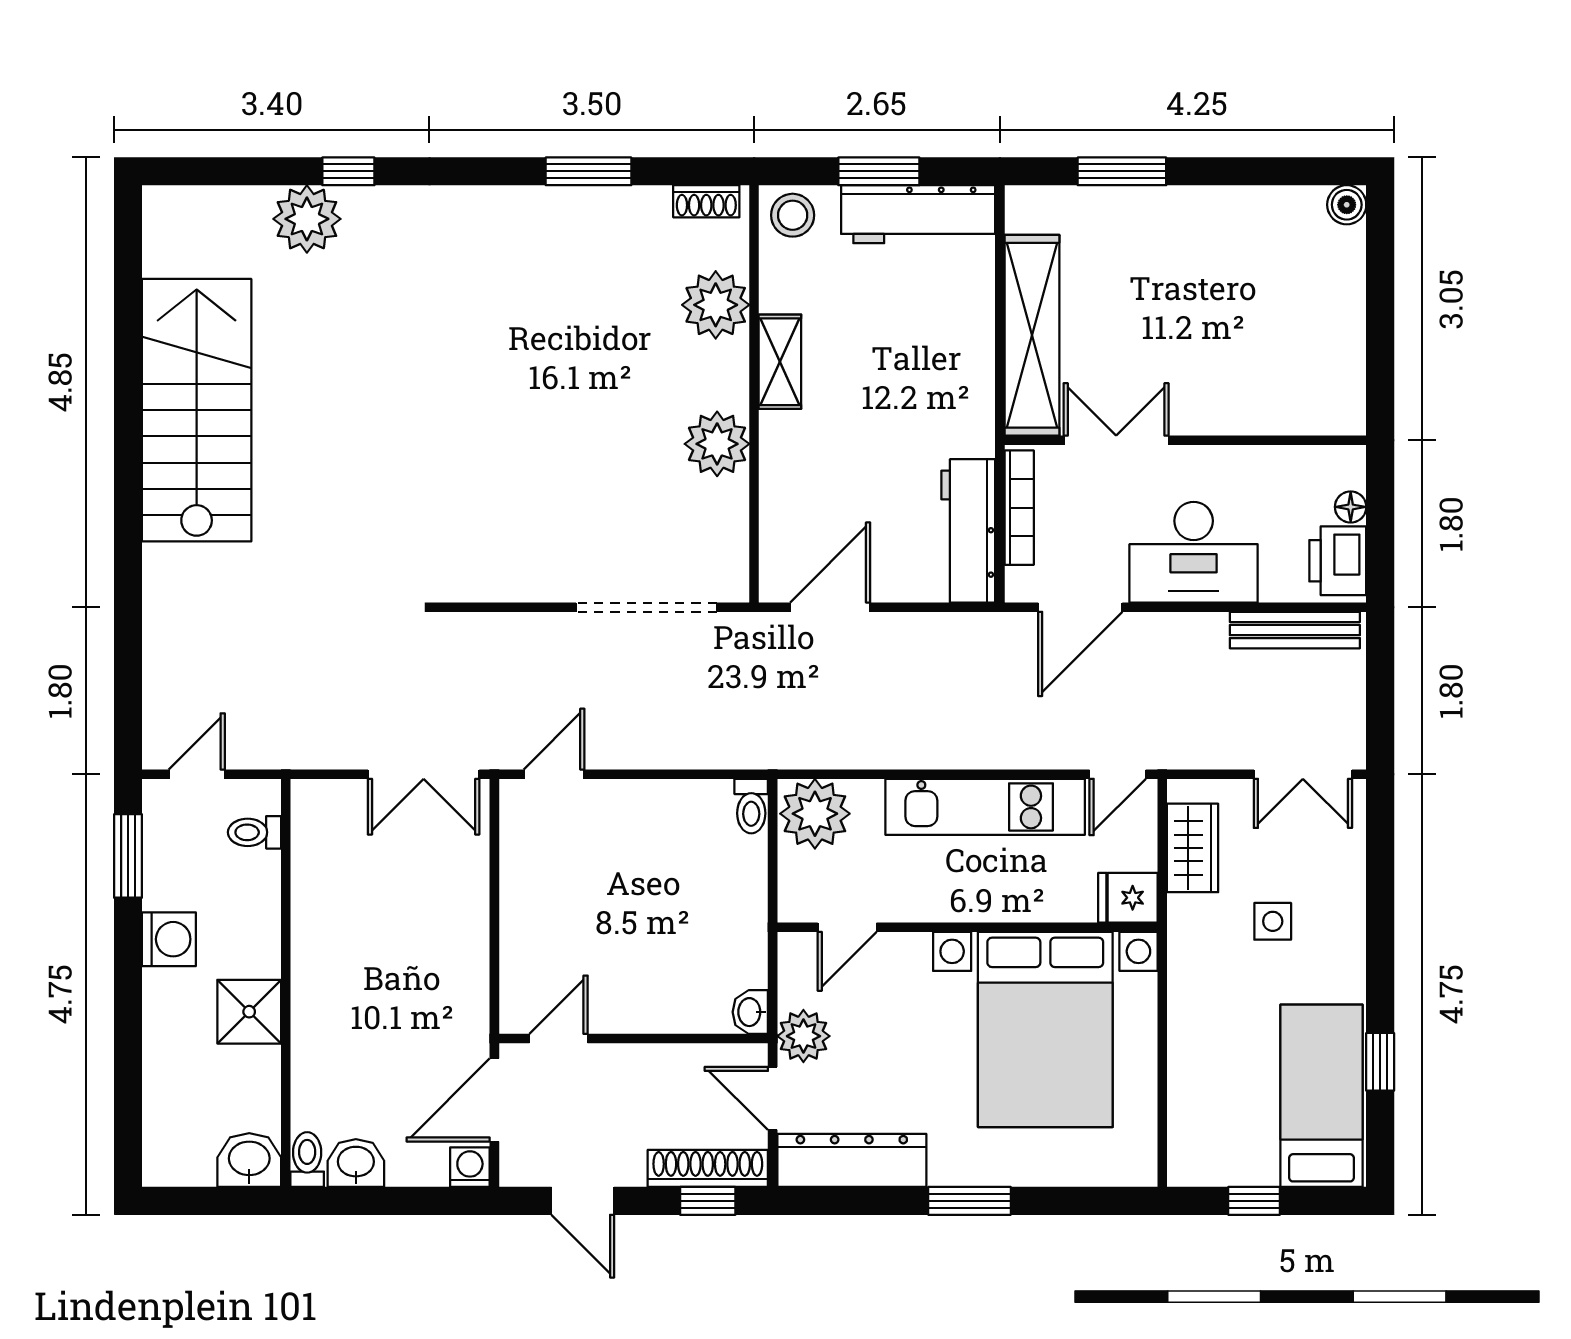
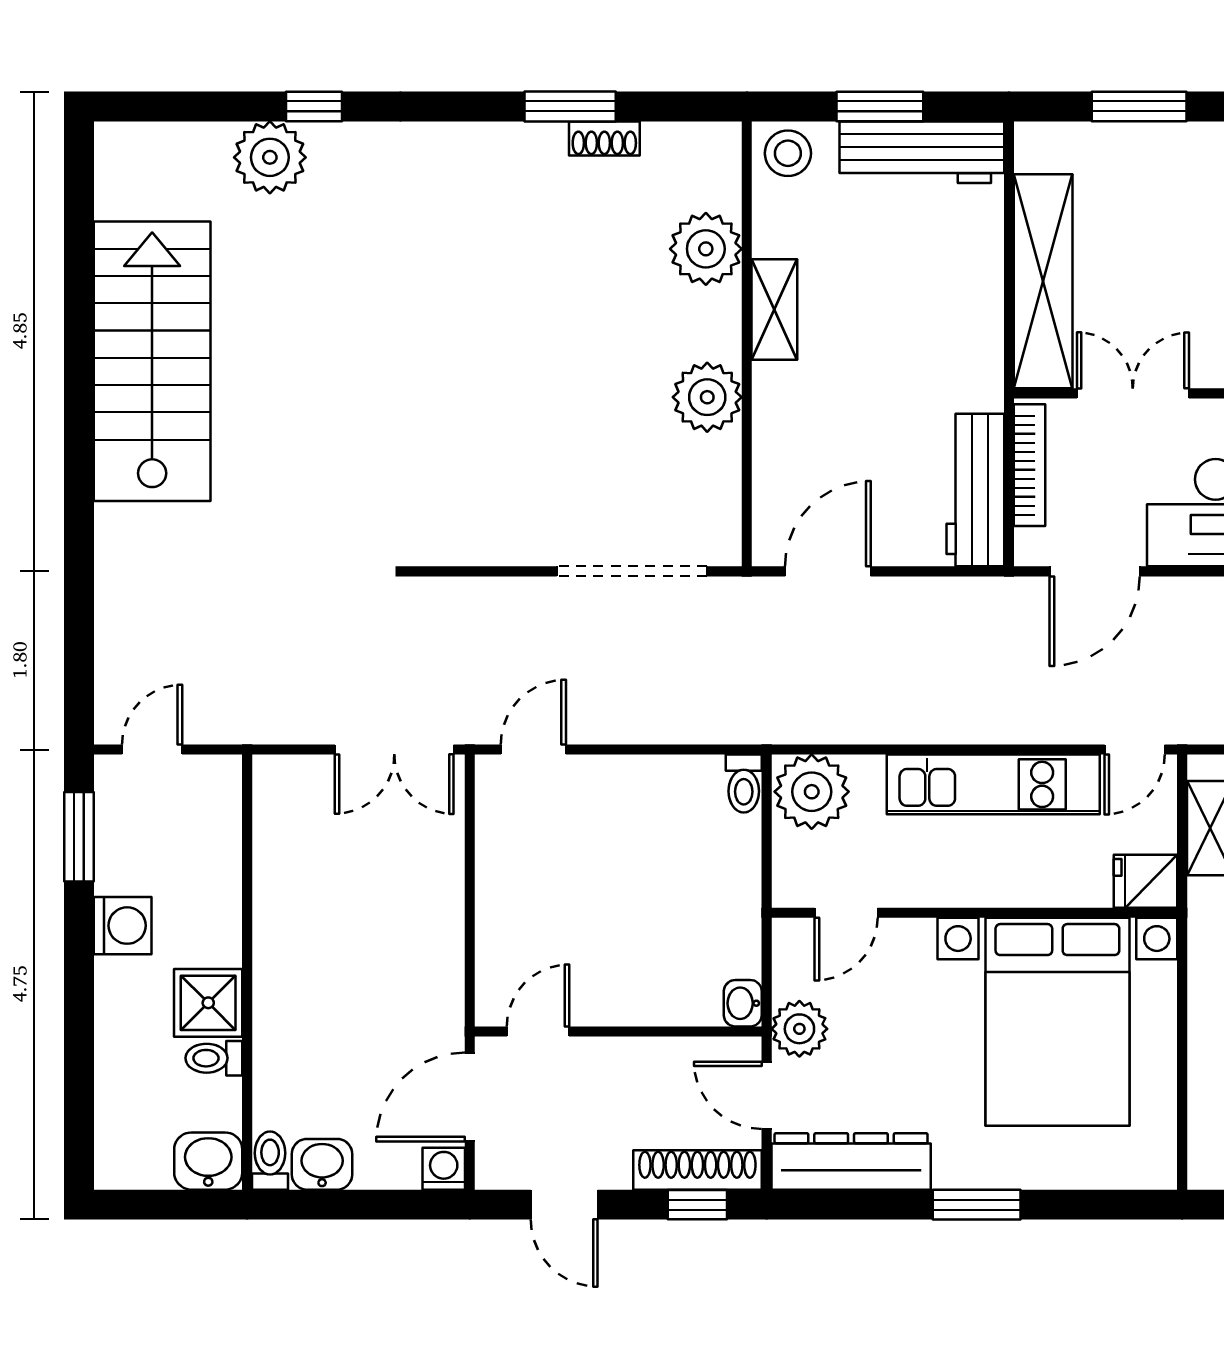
shoe rack: (706, 201) -> (604, 138), moved
toilet: (255, 832) -> (214, 1058), moved

